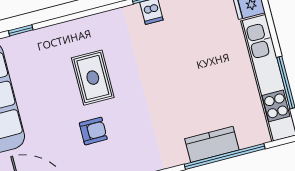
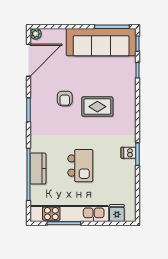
kitchen island: (190, 80) -> (80, 166), added

